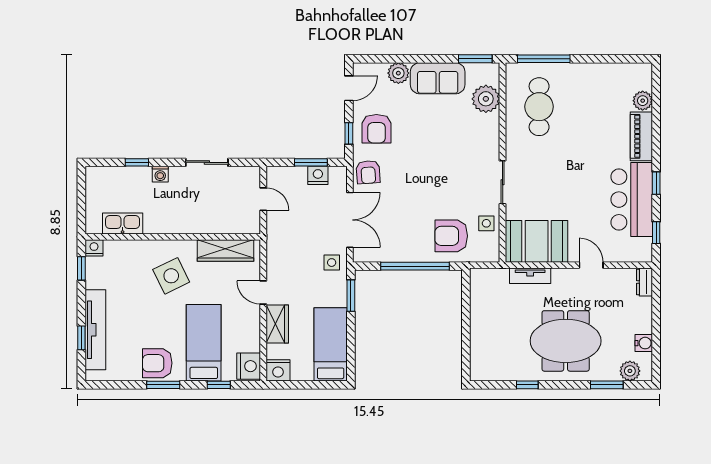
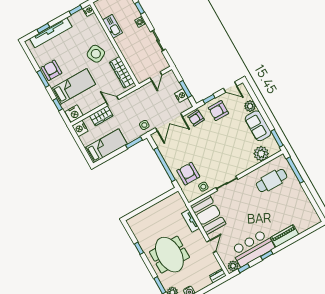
plant: (643, 101) -> (233, 266), moved
kitchen sink: (123, 223) -> (113, 26), moved
door: (263, 292) -> (112, 101), hinge flipped

